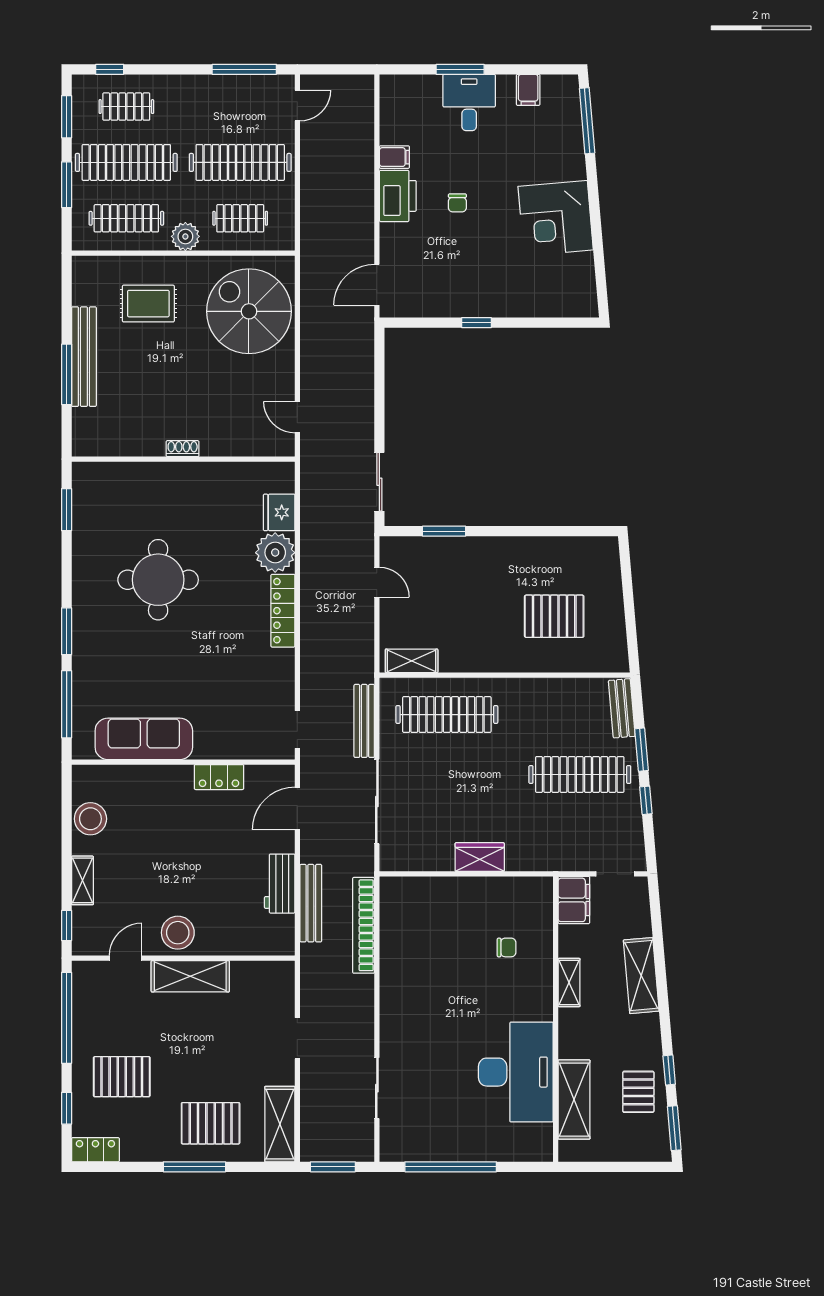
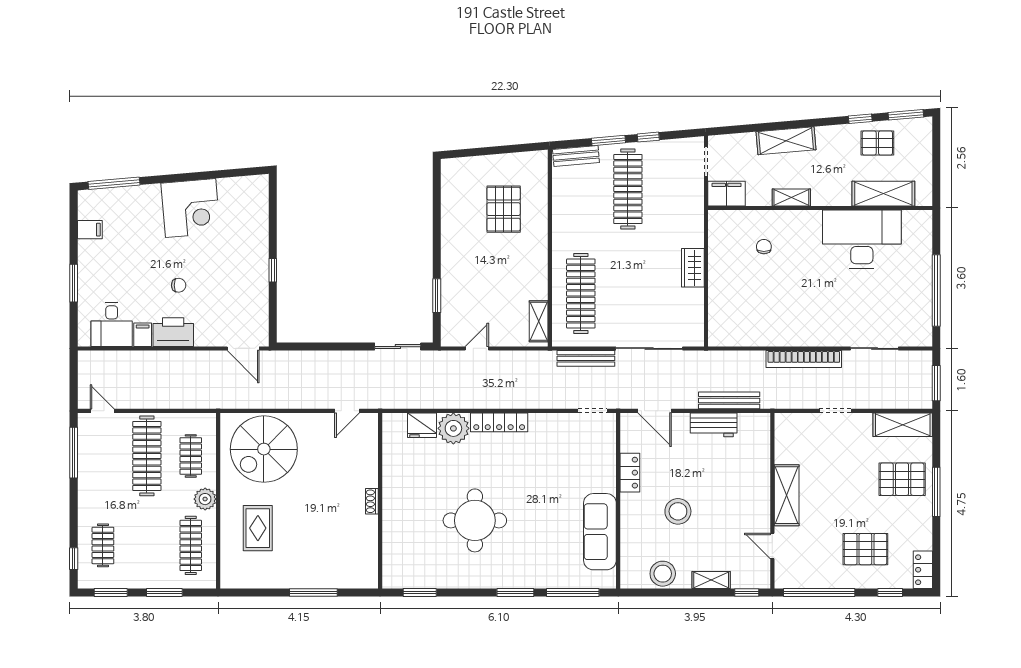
desk: (469, 102) -> (112, 324), moved, turned -90
clothes rail: (126, 162) -> (147, 545), removed
bench: (84, 357) -> (299, 579), removed
bookcase: (364, 925) -> (804, 359), moved
stool: (178, 933) -> (678, 511), moved
pallet: (122, 1077) -> (865, 549), turned 90
pallet: (211, 1123) -> (902, 479), turned 90

